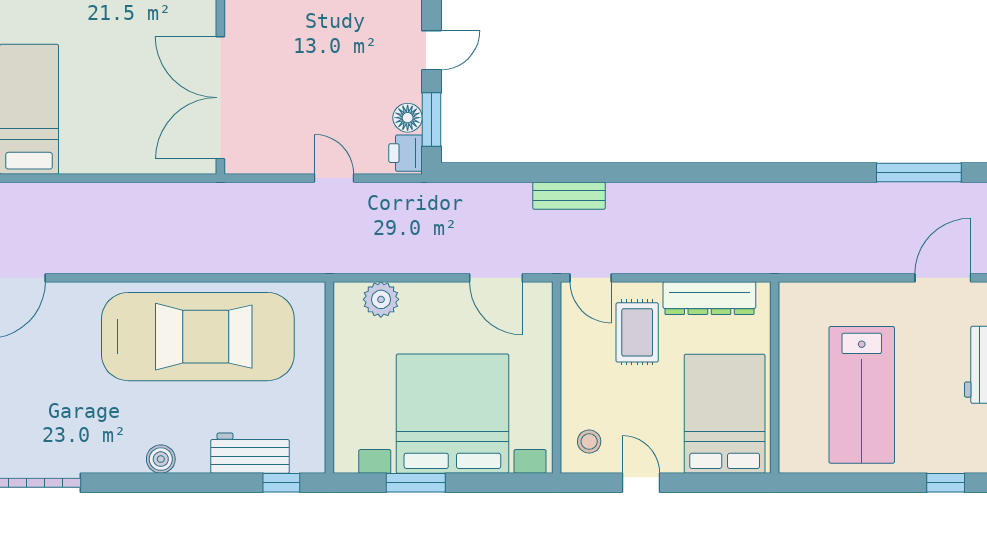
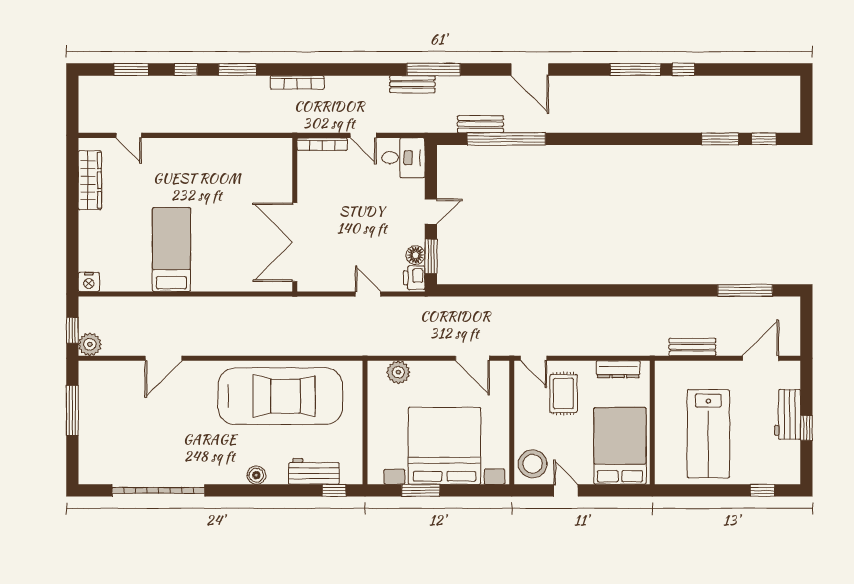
bench: (569, 196) -> (692, 347), moved
dresser: (709, 298) -> (618, 369), width x0.73, depth x0.80
stool: (589, 441) -> (533, 464), width x1.89, depth x1.89

